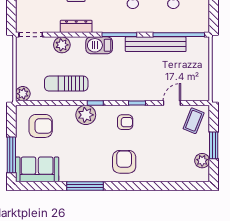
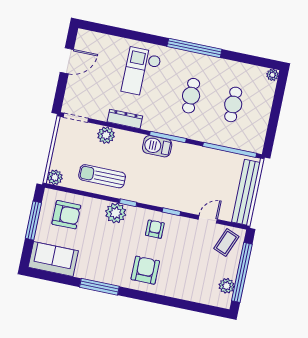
bench: (156, 44) -> (246, 192), moved, turned 90
barbecue: (99, 45) -> (157, 146), moved
armchair: (125, 122) -> (155, 229), turned -90
window: (214, 145) -> (242, 272), width x2.11
window: (11, 155) -> (33, 221), moved

